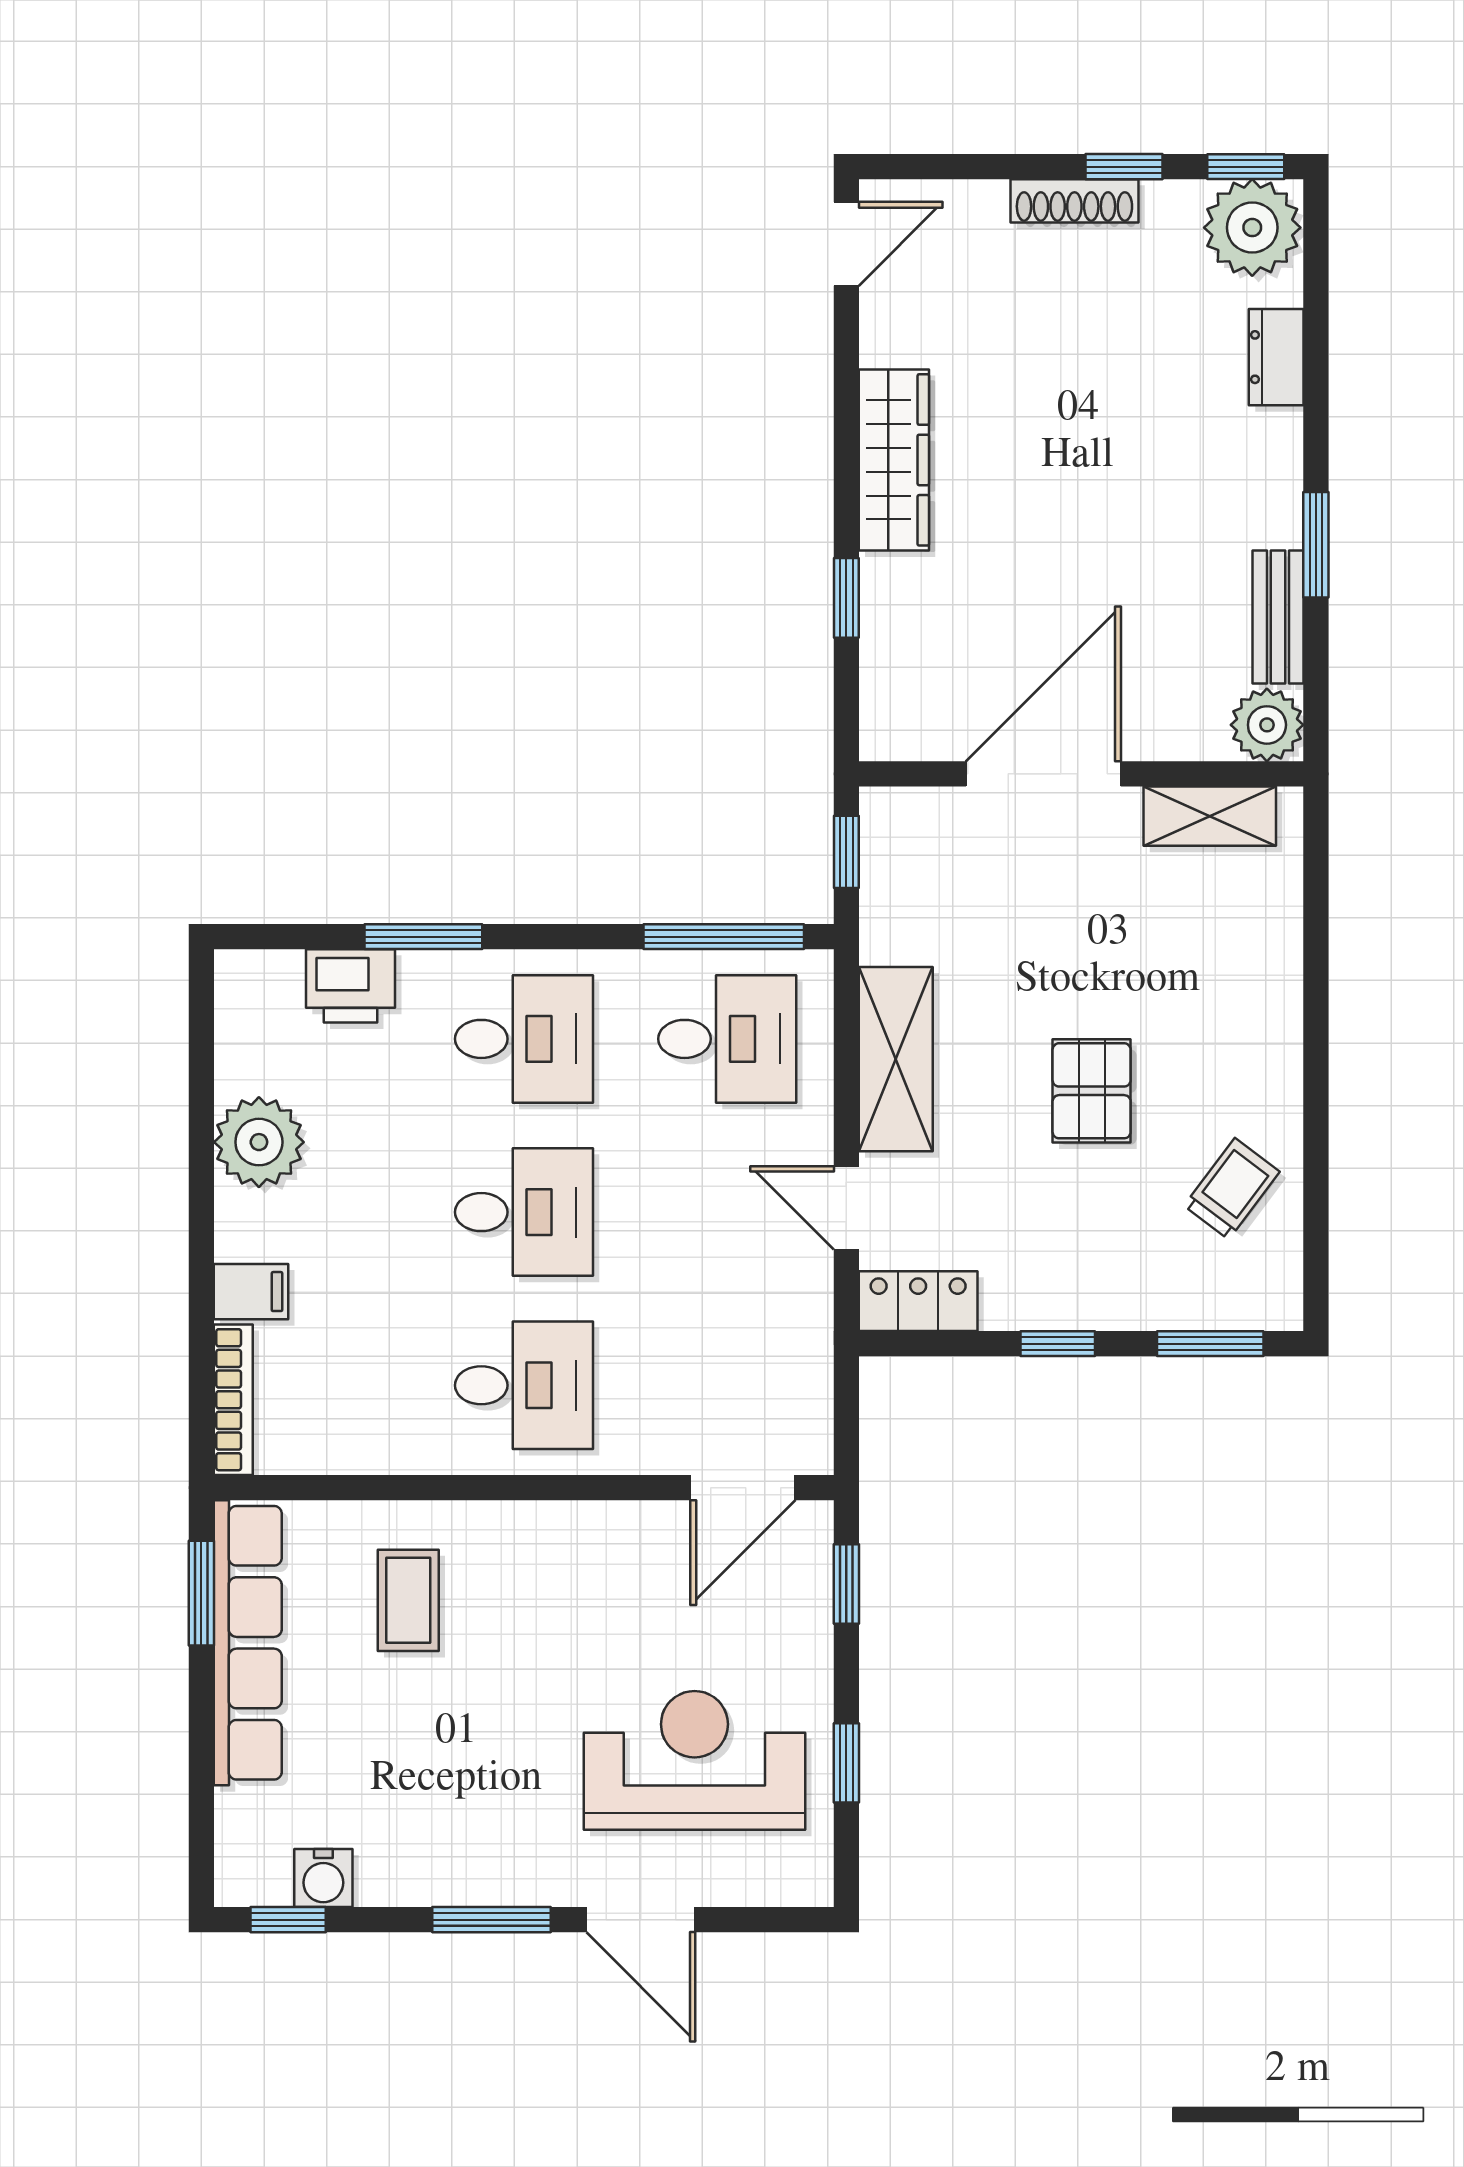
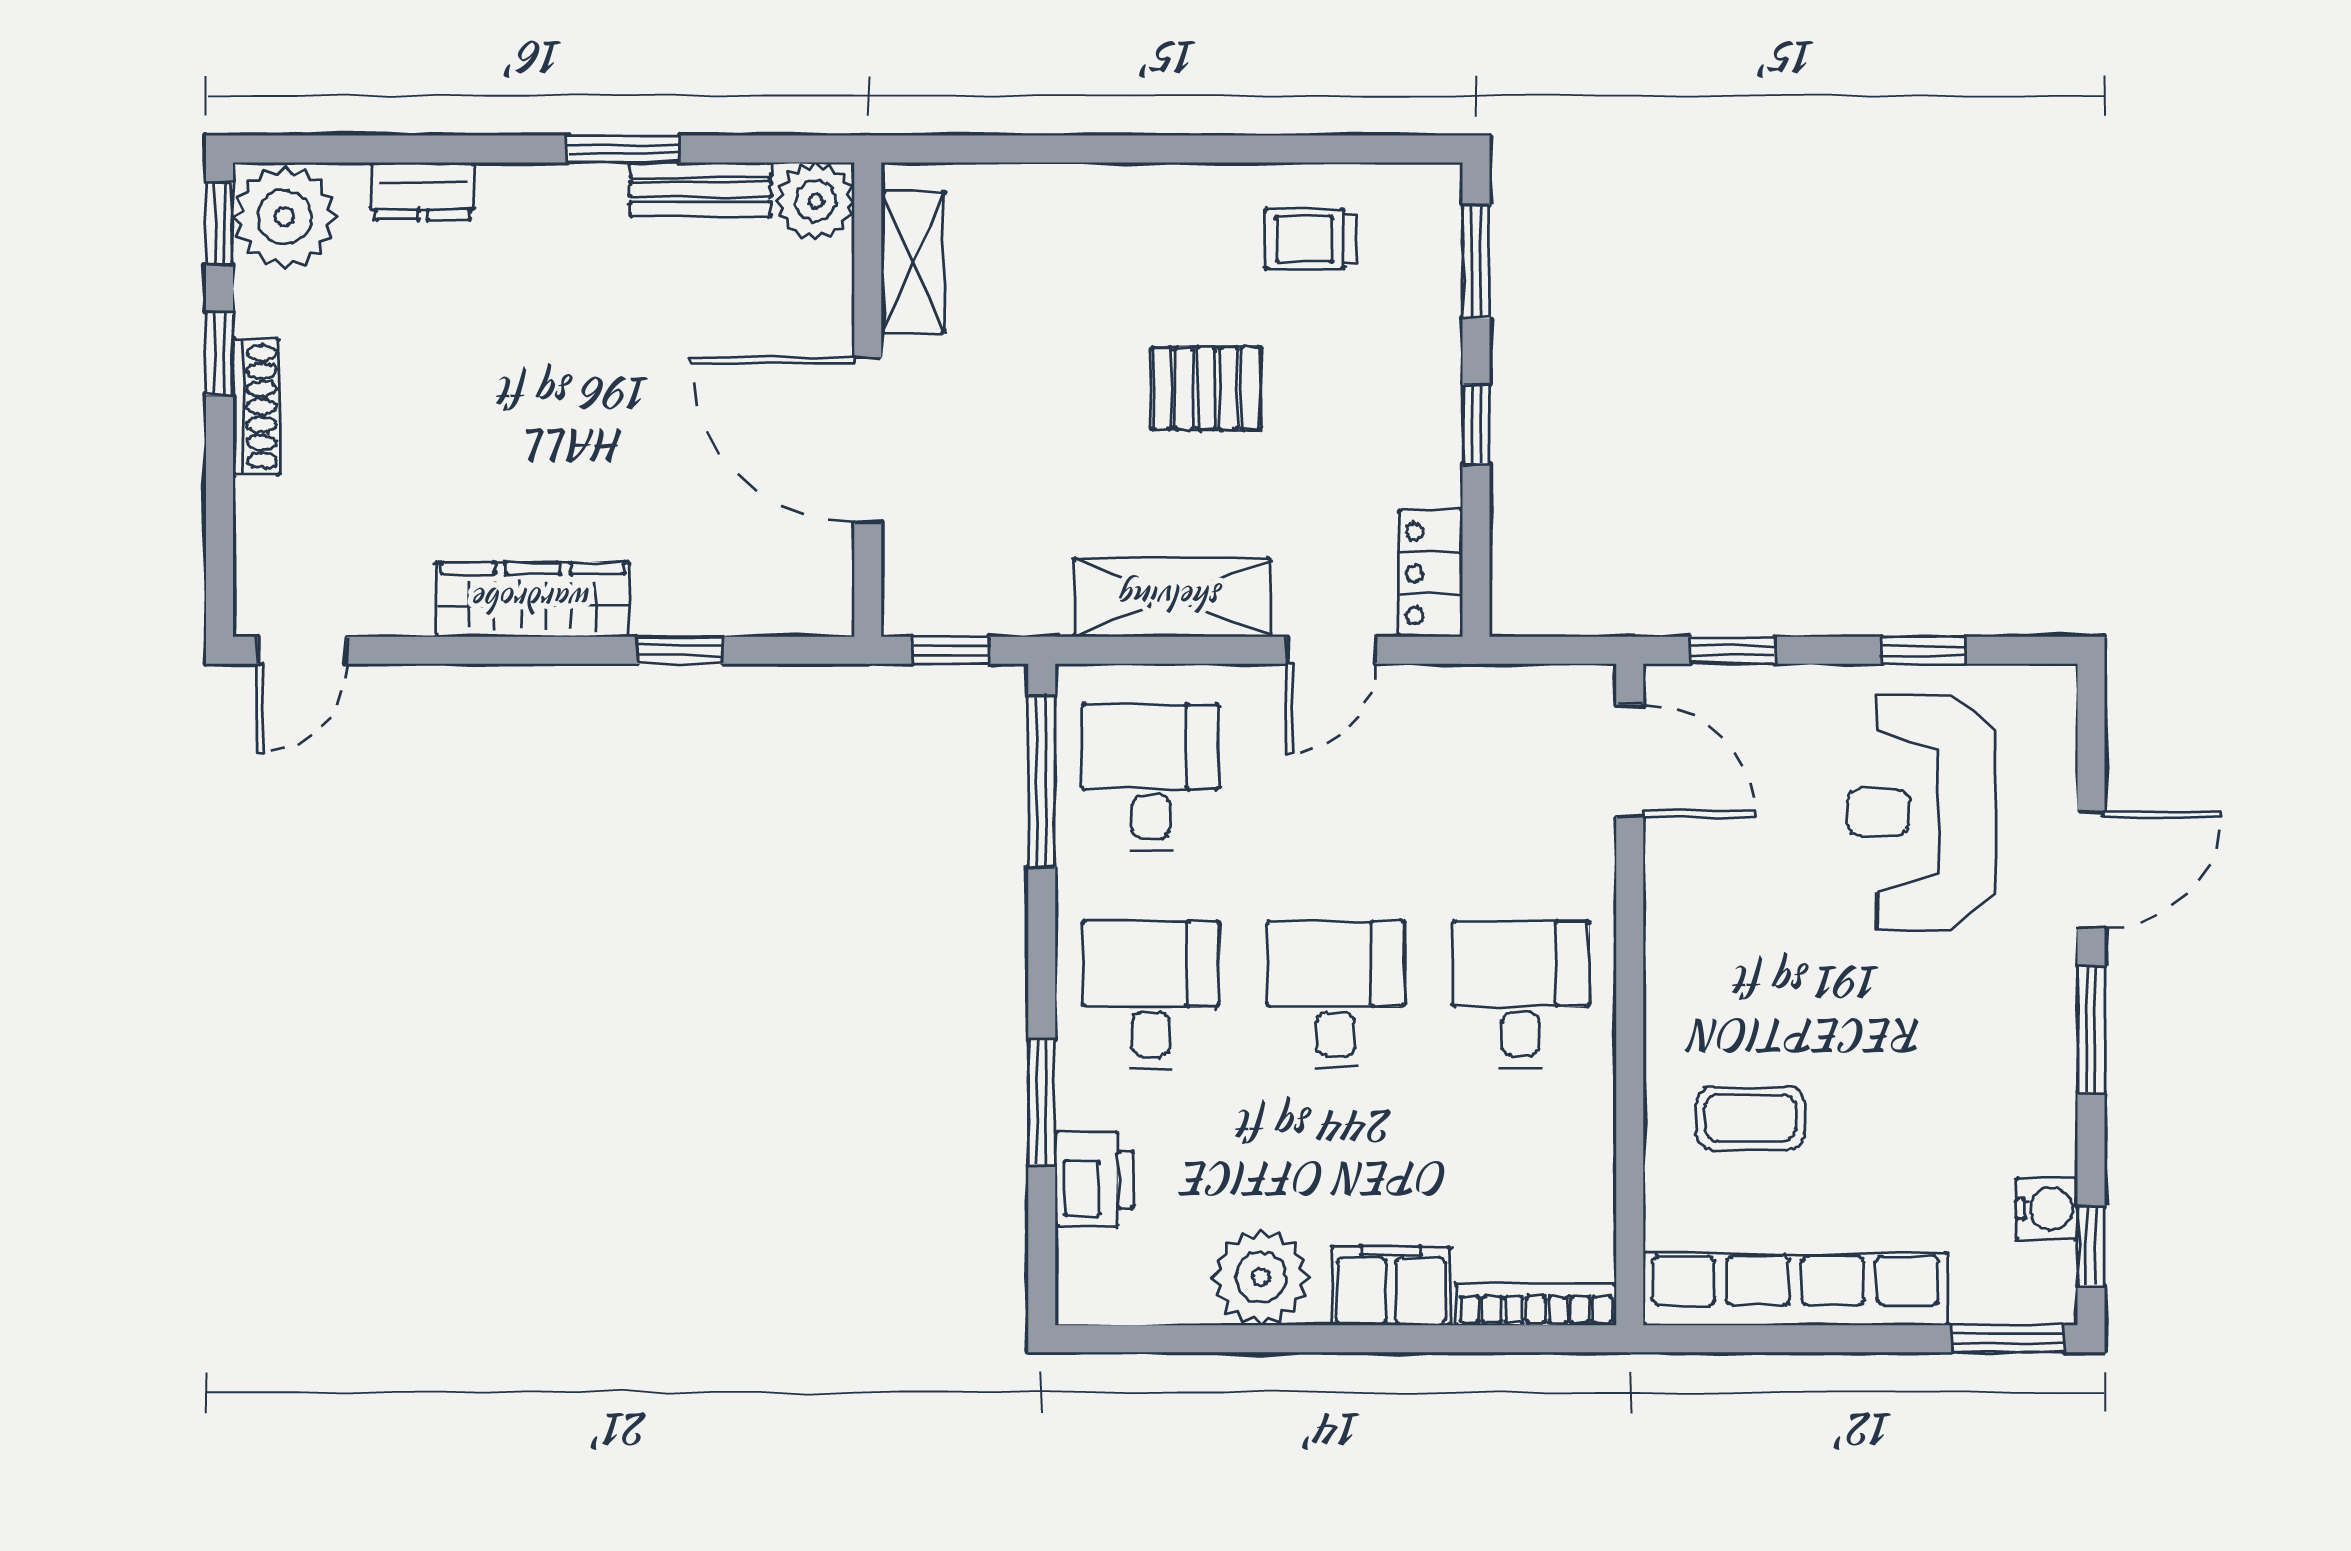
door: (846, 244) -> (302, 650), swing flipped
trolley: (1232, 1189) -> (1311, 239), turned -37
filing cabinet: (251, 1292) -> (1391, 1286), width x2.00
window: (201, 1593) -> (2008, 1339), moved

